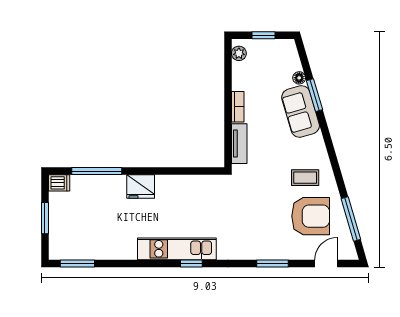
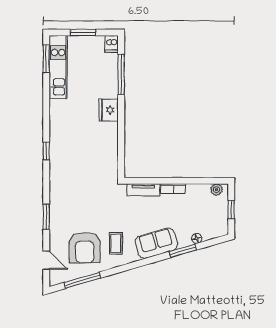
sofa: (301, 111) -> (156, 243), moved
kitchen unit: (177, 249) -> (58, 67), moved

